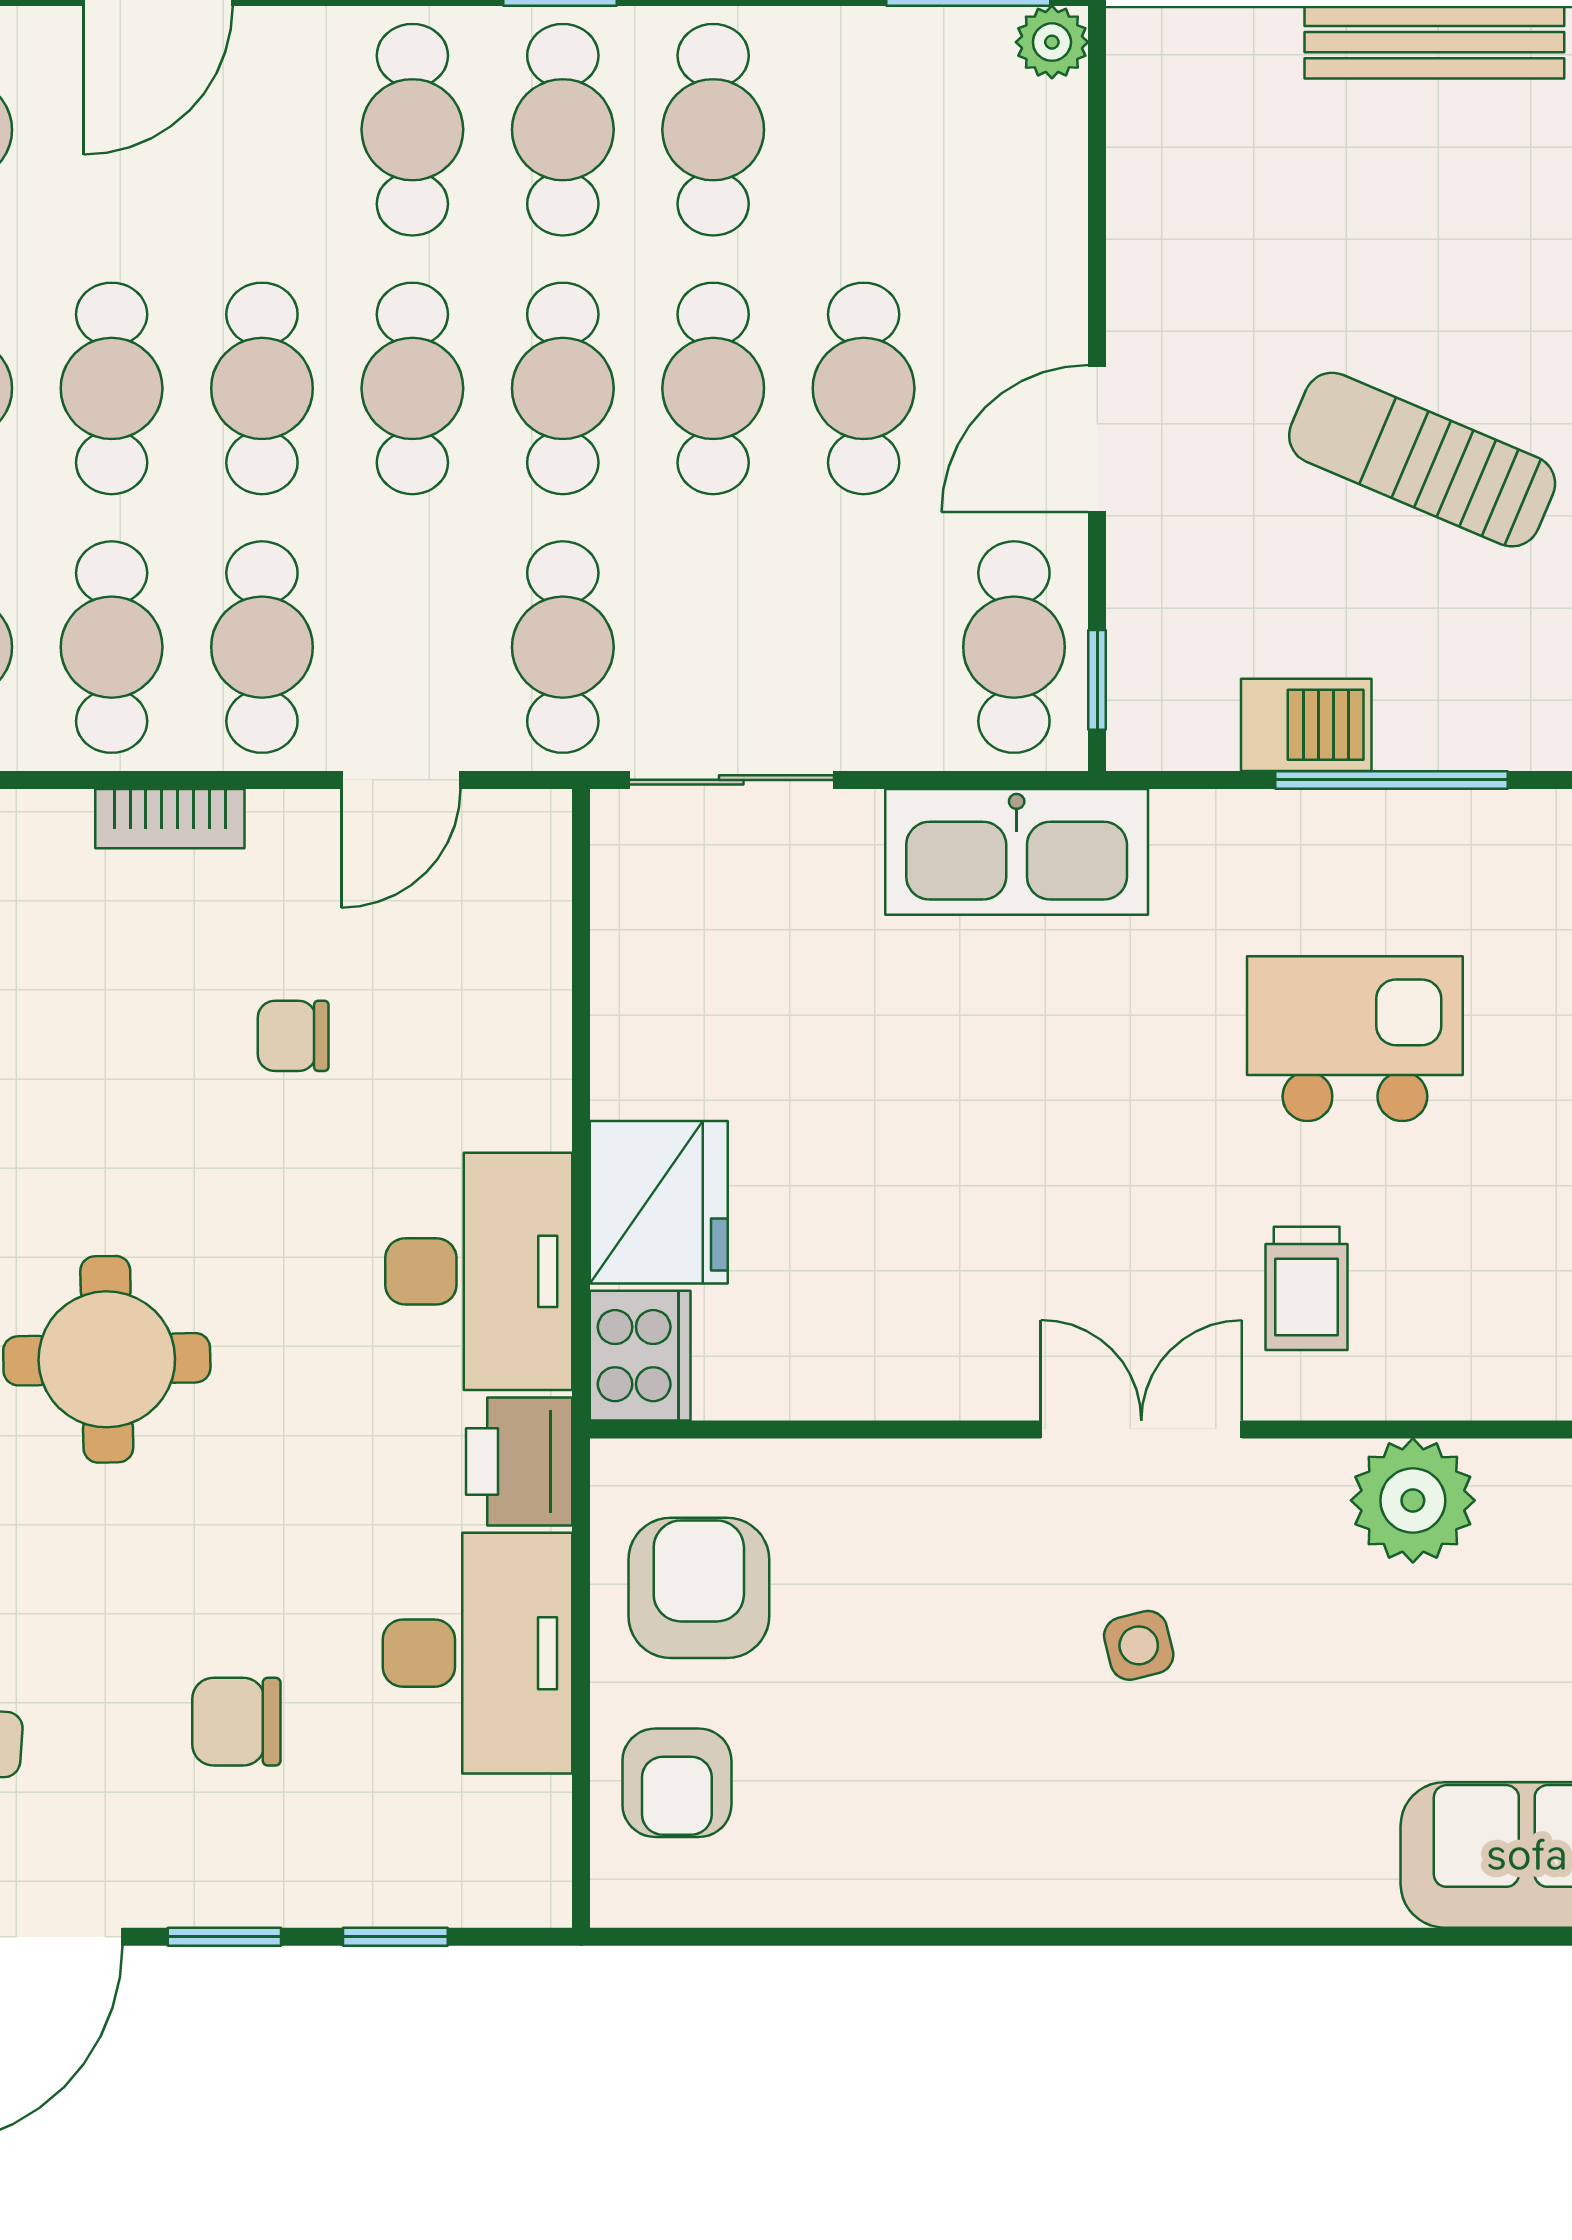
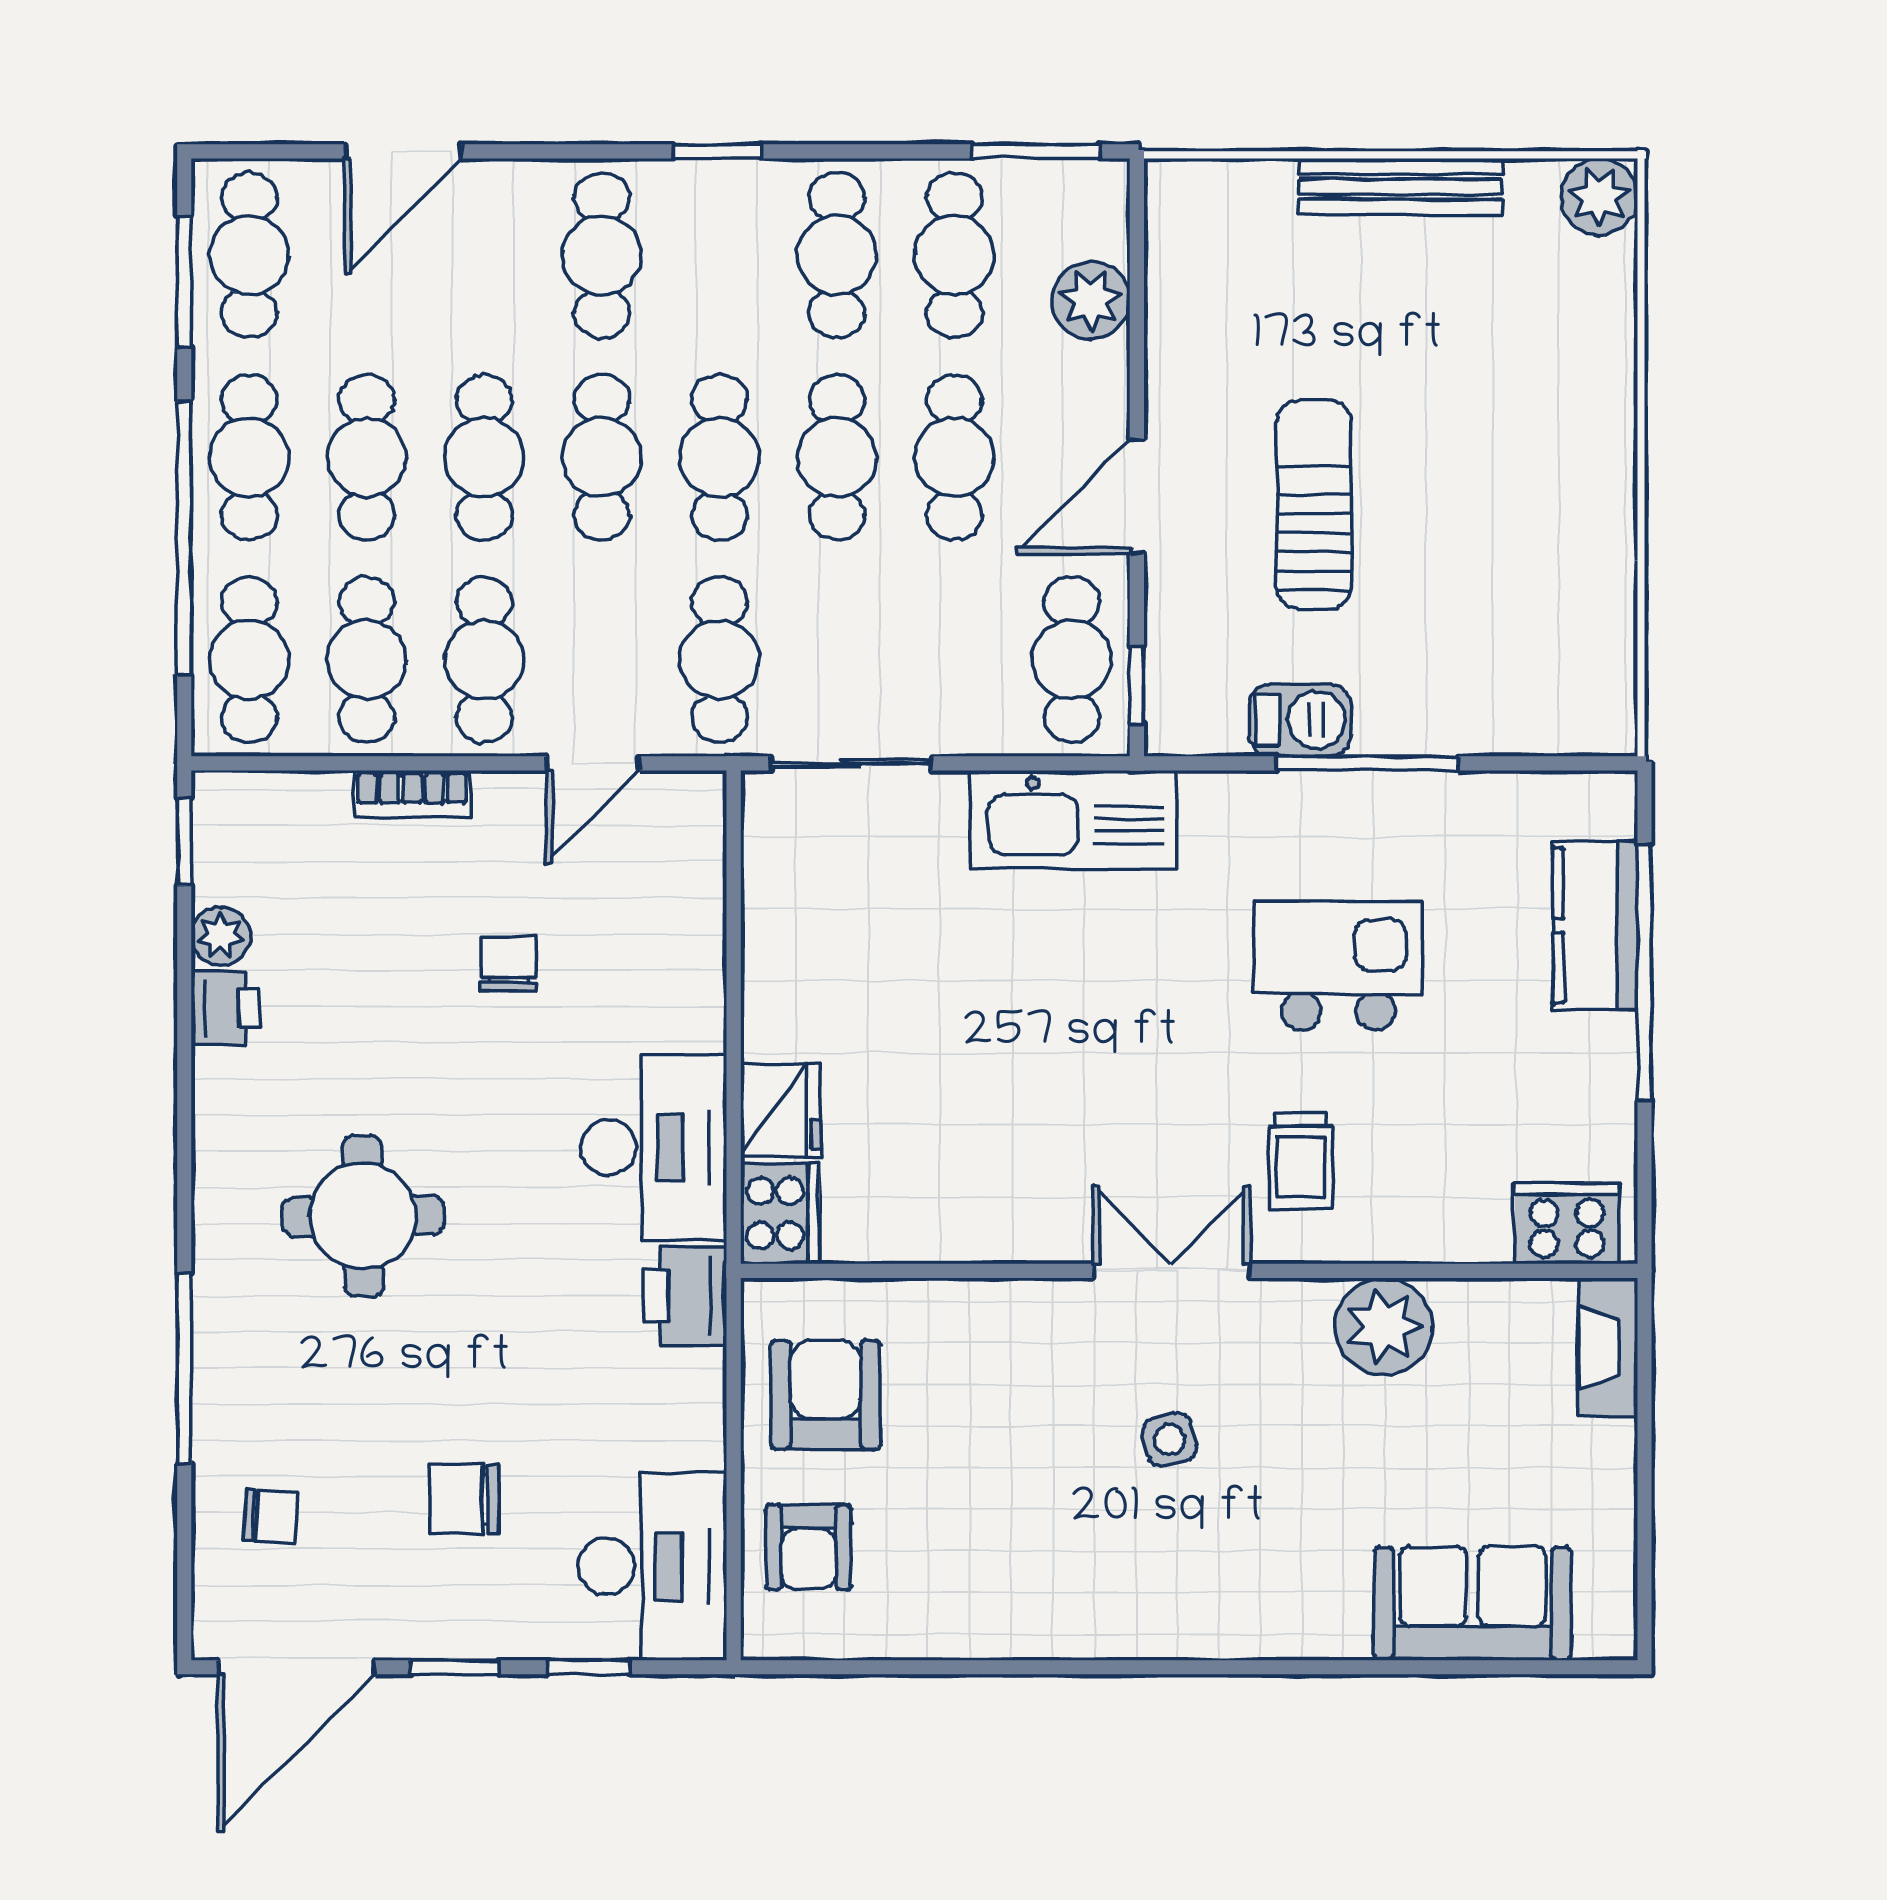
plant: (1052, 42) -> (1091, 300), moved, width x1.38, depth x1.38
cafe table: (563, 130) -> (954, 255), moved
sun lounger: (1422, 460) -> (1314, 505), moved, turned 67
chair: (293, 1036) -> (509, 963), turned 90
fridge: (659, 1202) -> (781, 1110), width x0.73, depth x0.75
desk: (477, 1653) -> (653, 1566), moved

